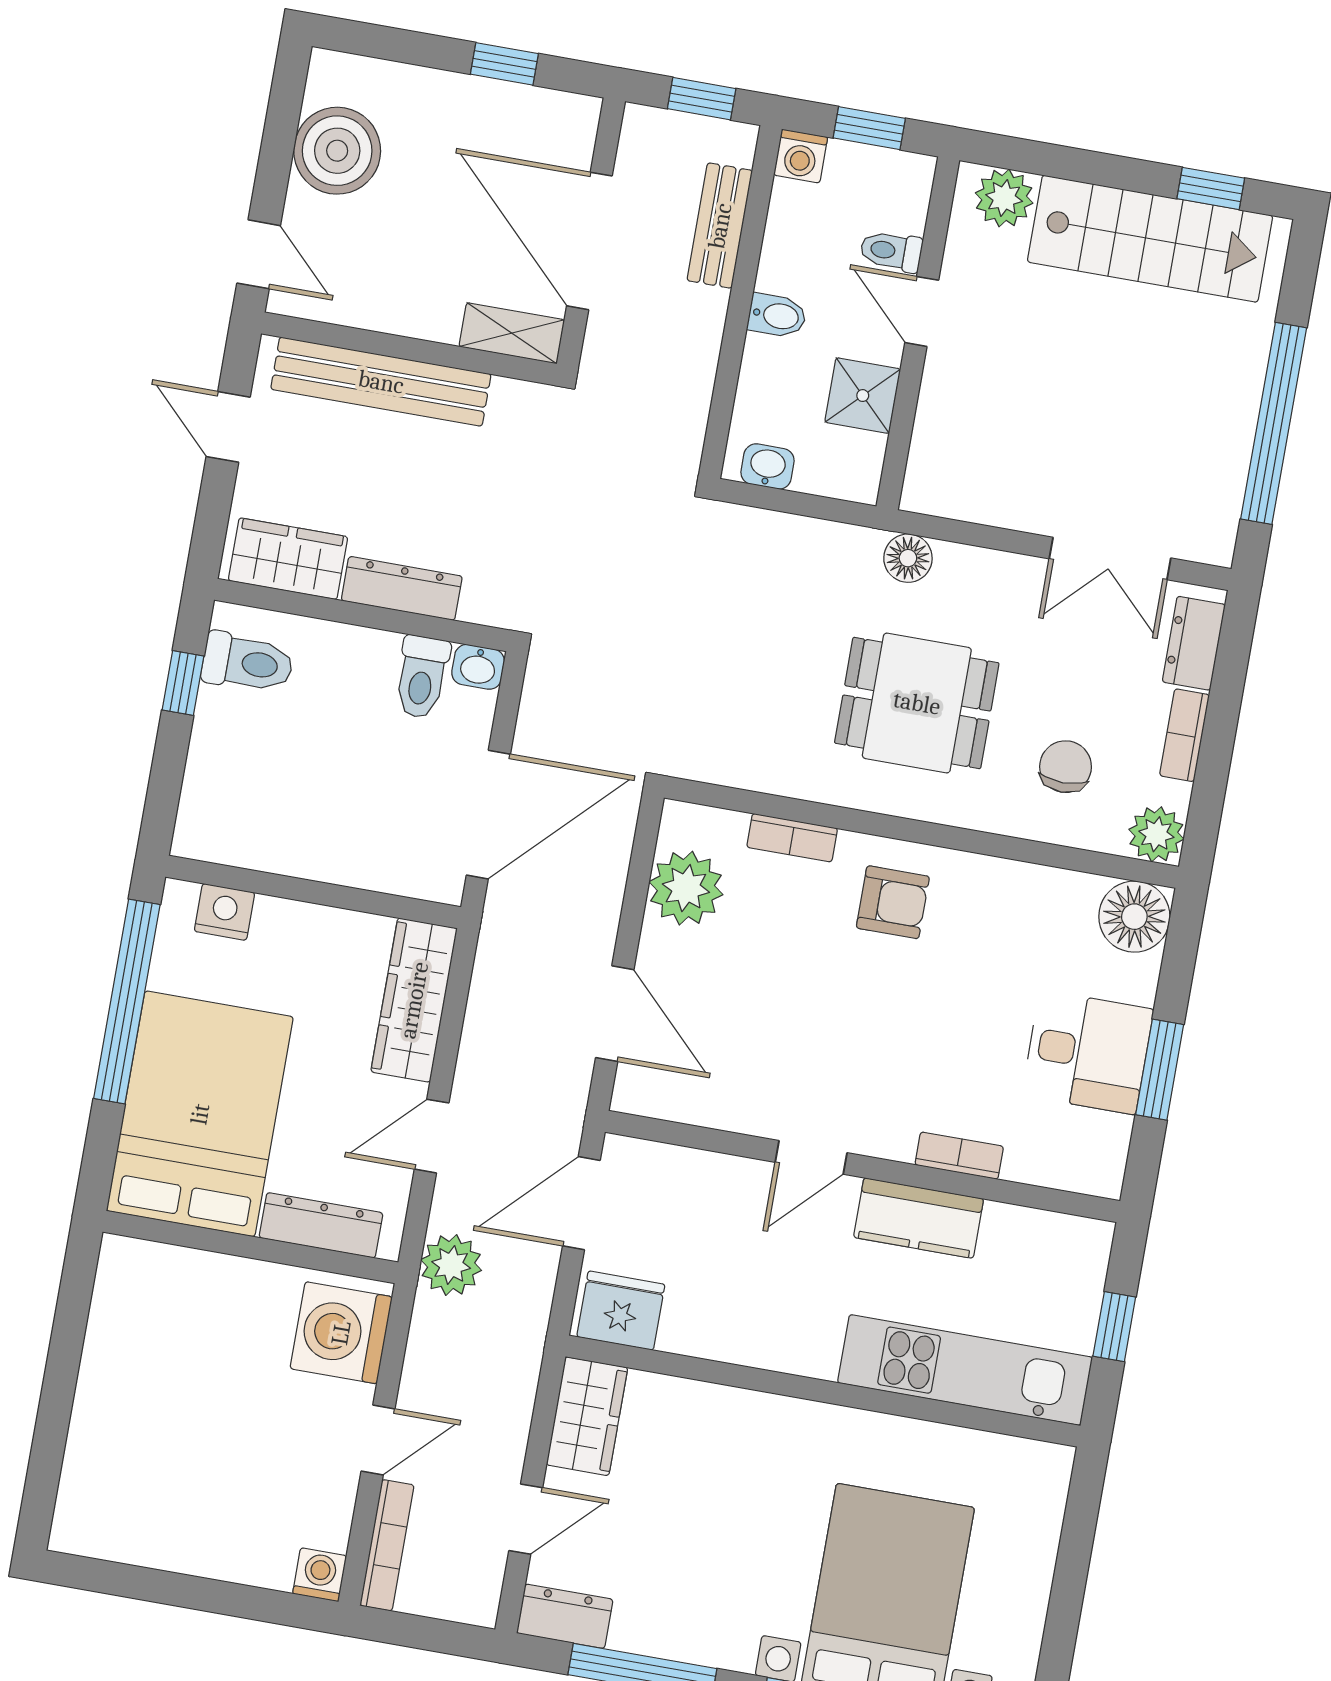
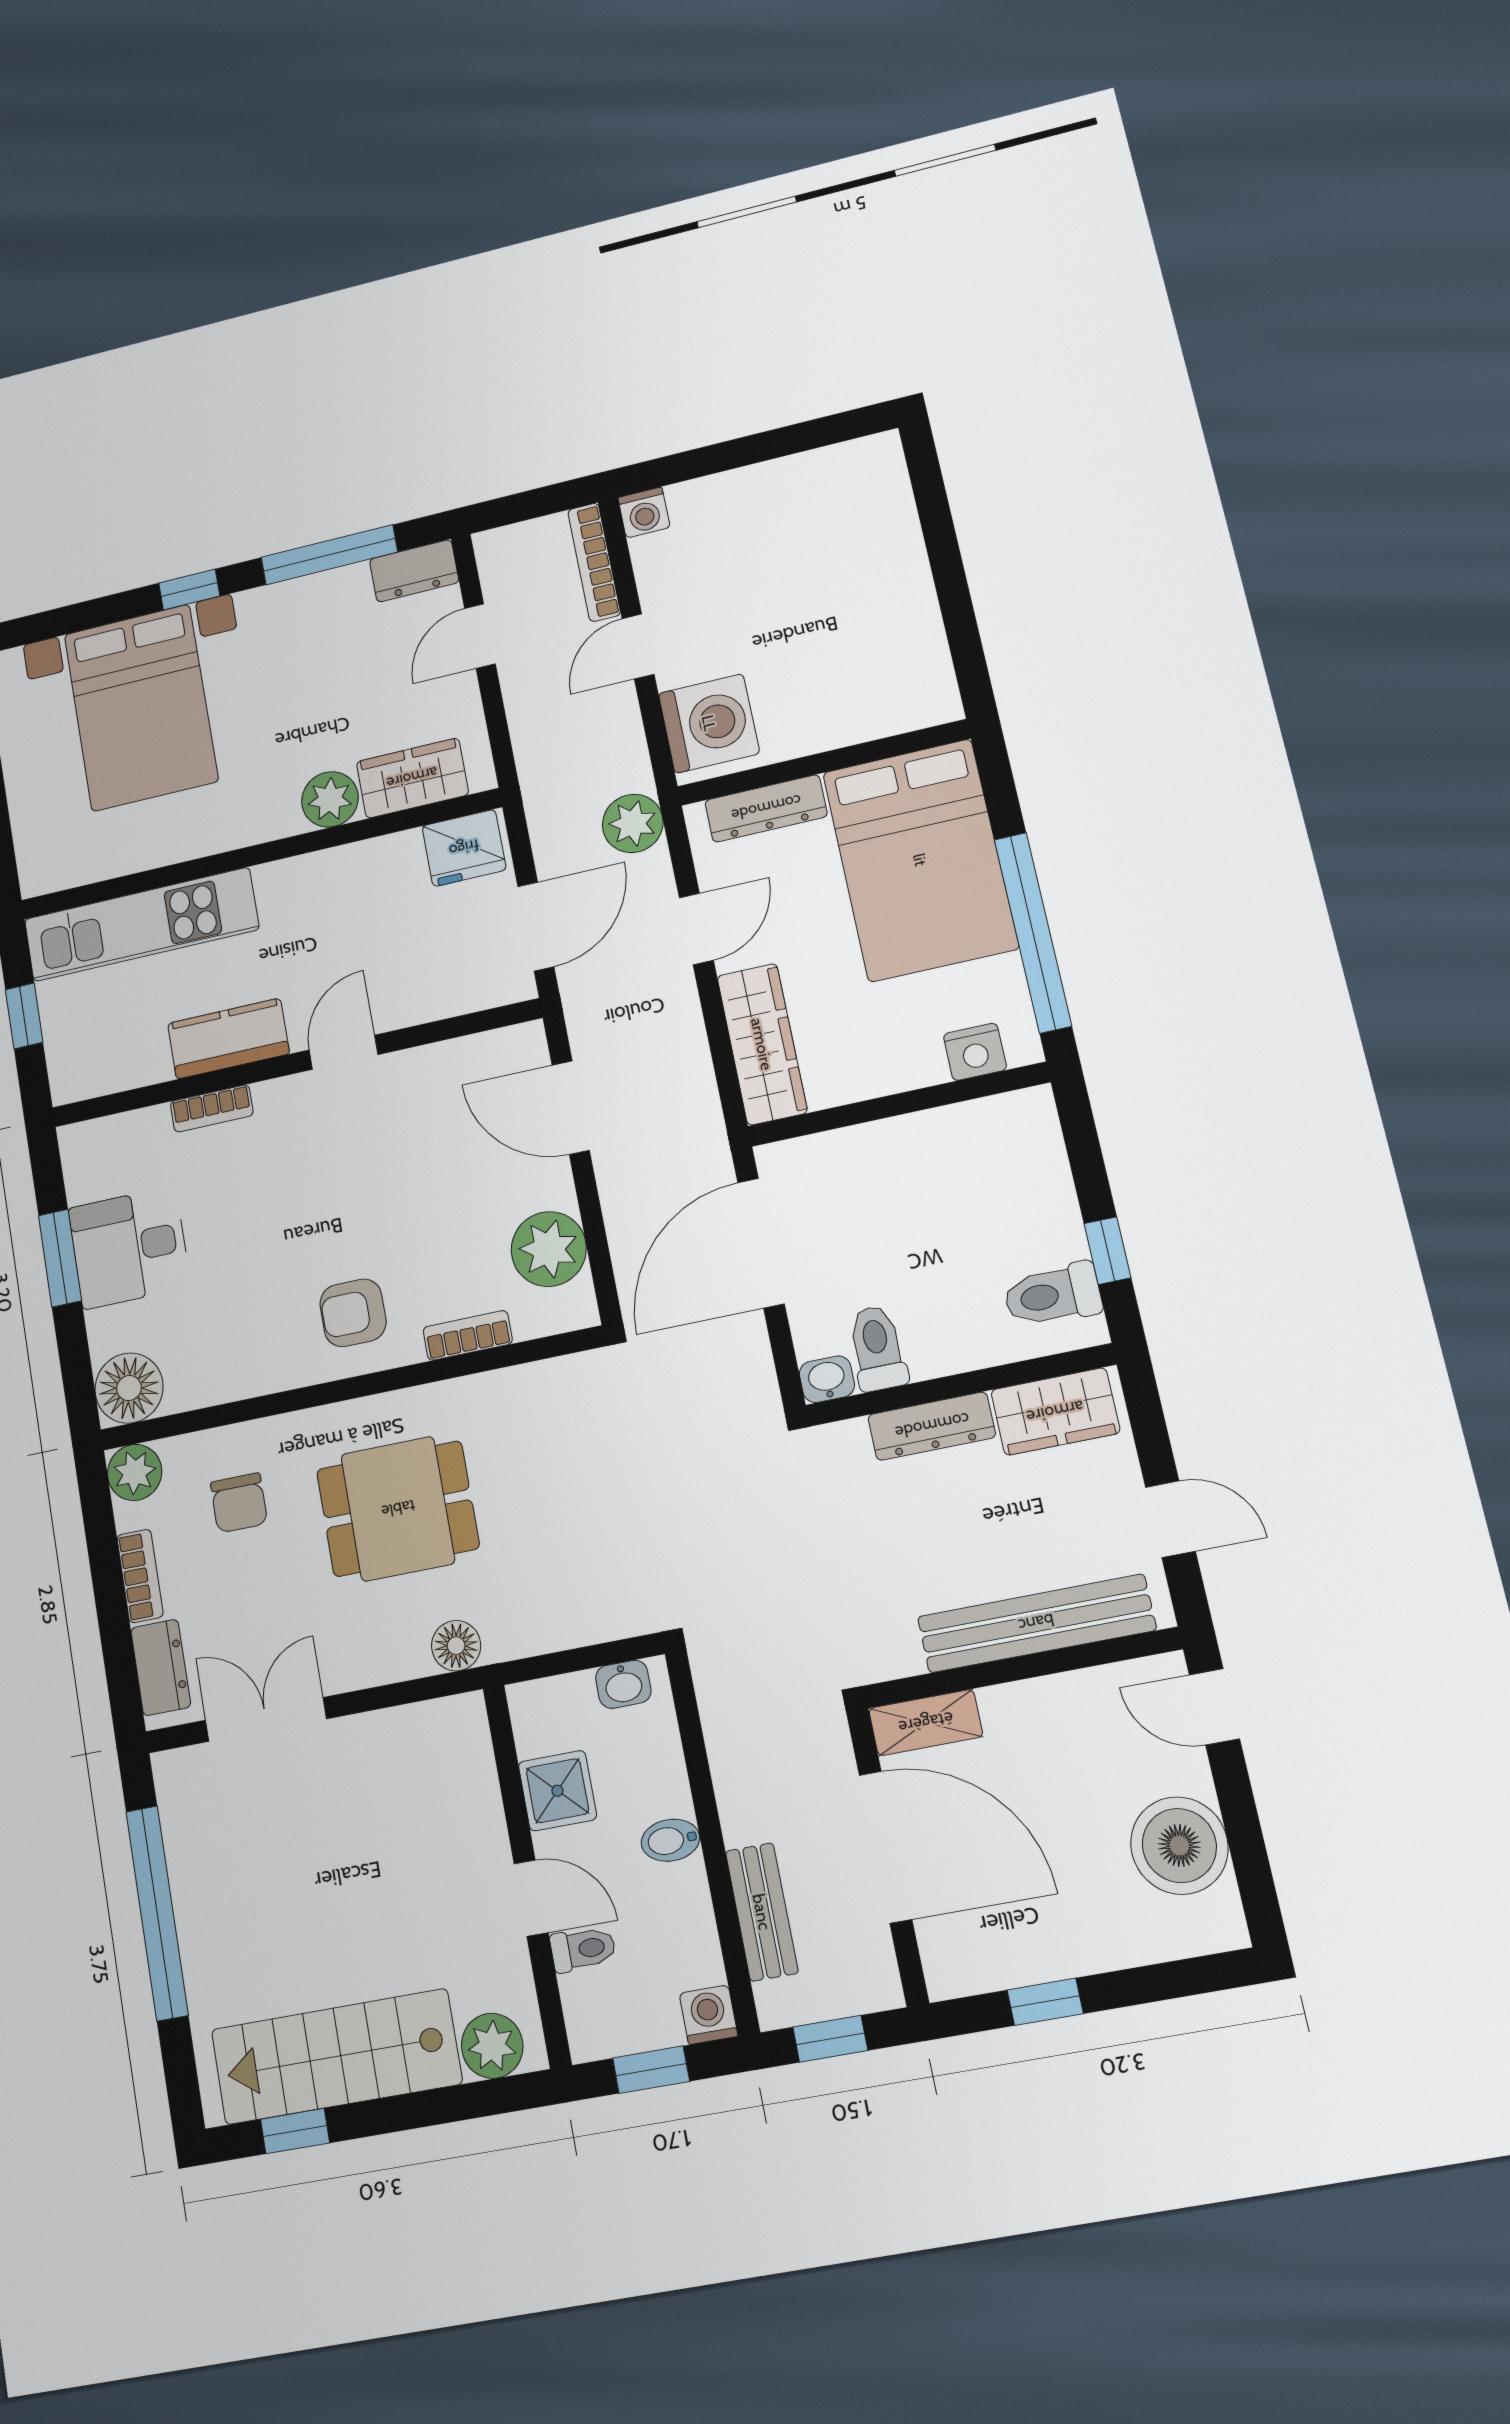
wardrobe: (587, 1416) -> (412, 778), moved, turned 90
plant: (733, 1417) -> (330, 799), added

